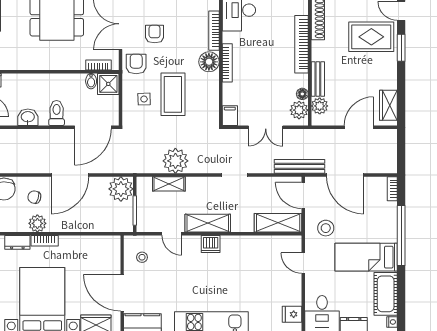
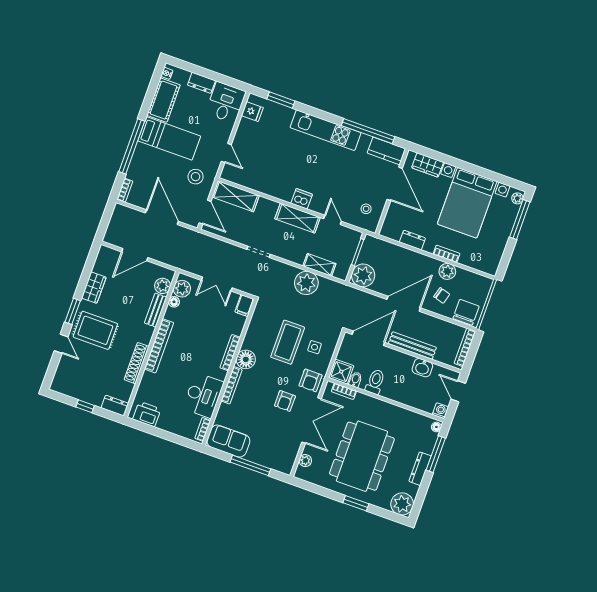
wardrobe: (388, 105) -> (94, 288), moved
toilet: (57, 113) -> (375, 382), moved, turned 180
double door: (266, 127) -> (217, 284), swing flipped
bench: (300, 166) -> (412, 346), moved
dresser: (17, 242) -> (412, 240), moved

